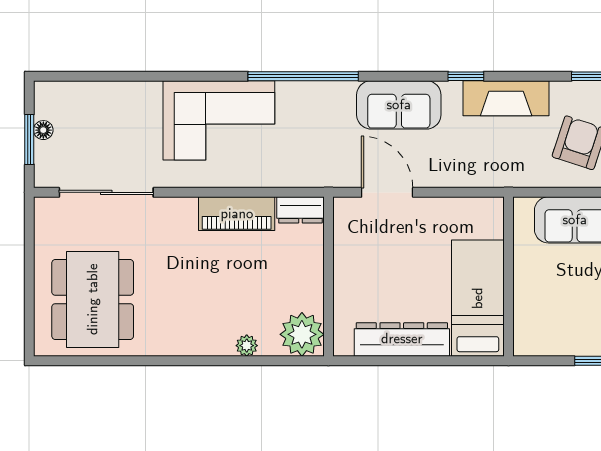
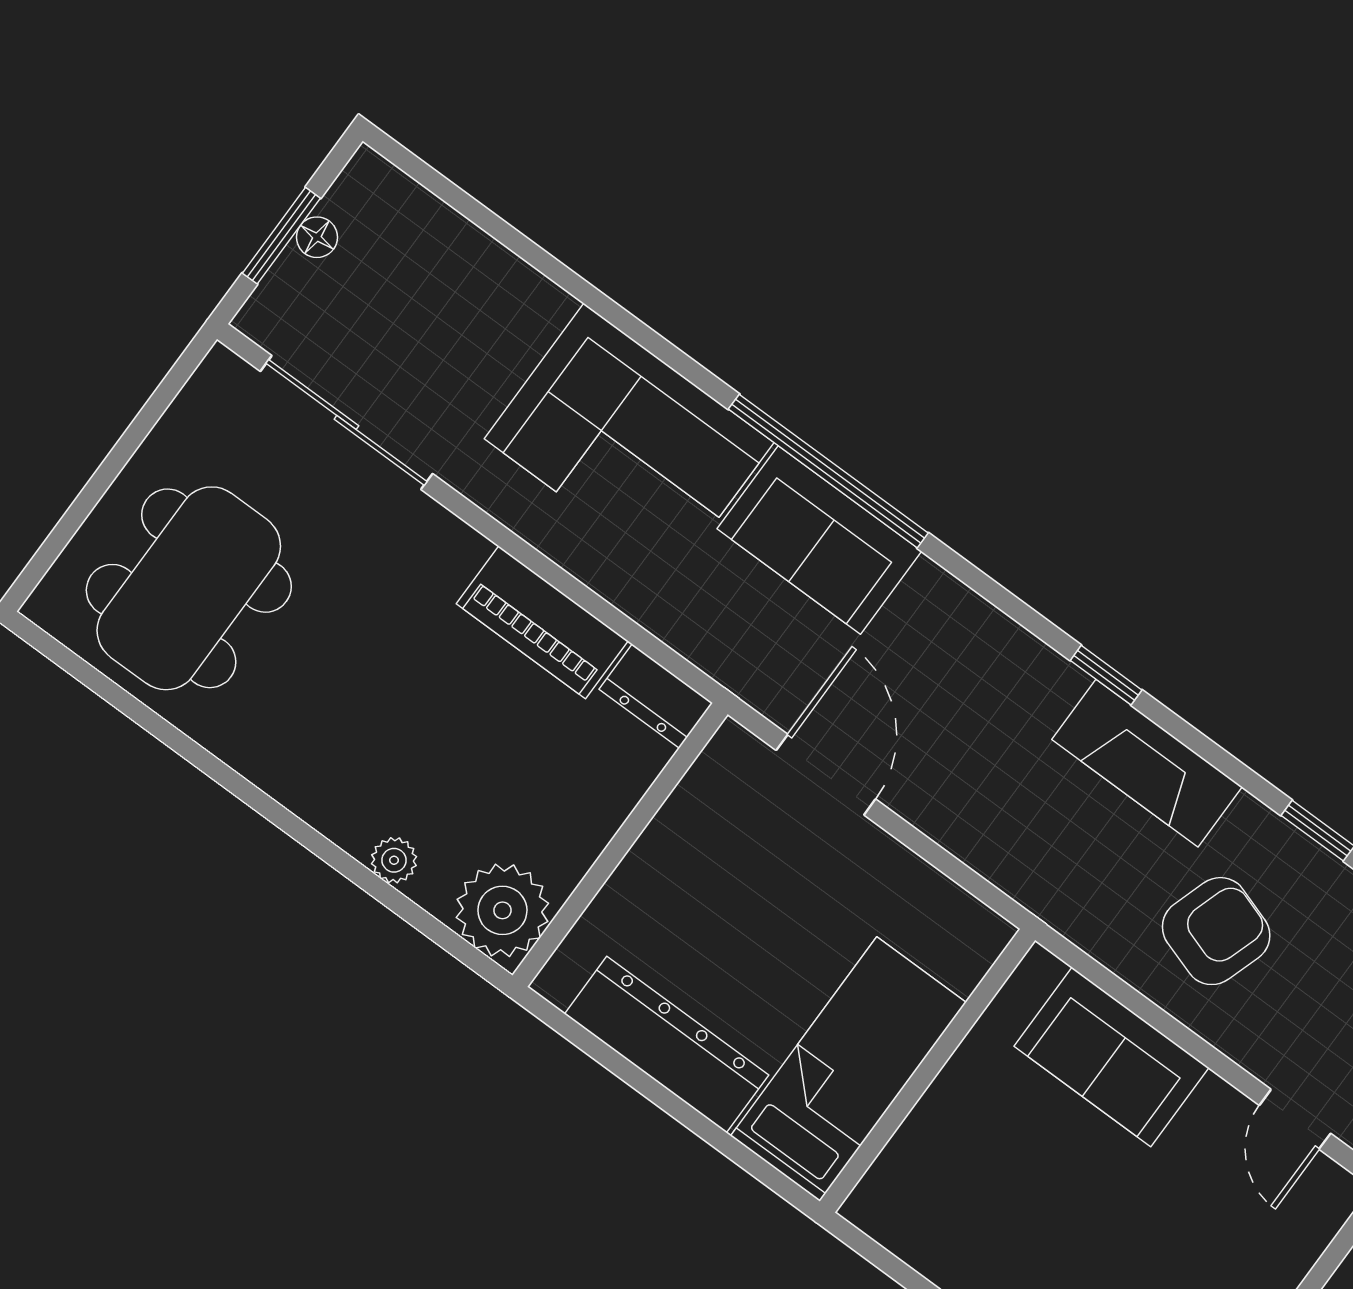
sofa: (399, 105) -> (819, 540), moved

